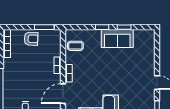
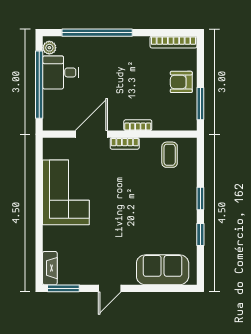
sofa: (117, 38) -> (163, 270), moved, turned 90
armchair: (31, 39) -> (181, 82), turned 88
door: (63, 94) -> (91, 134), hinge flipped

